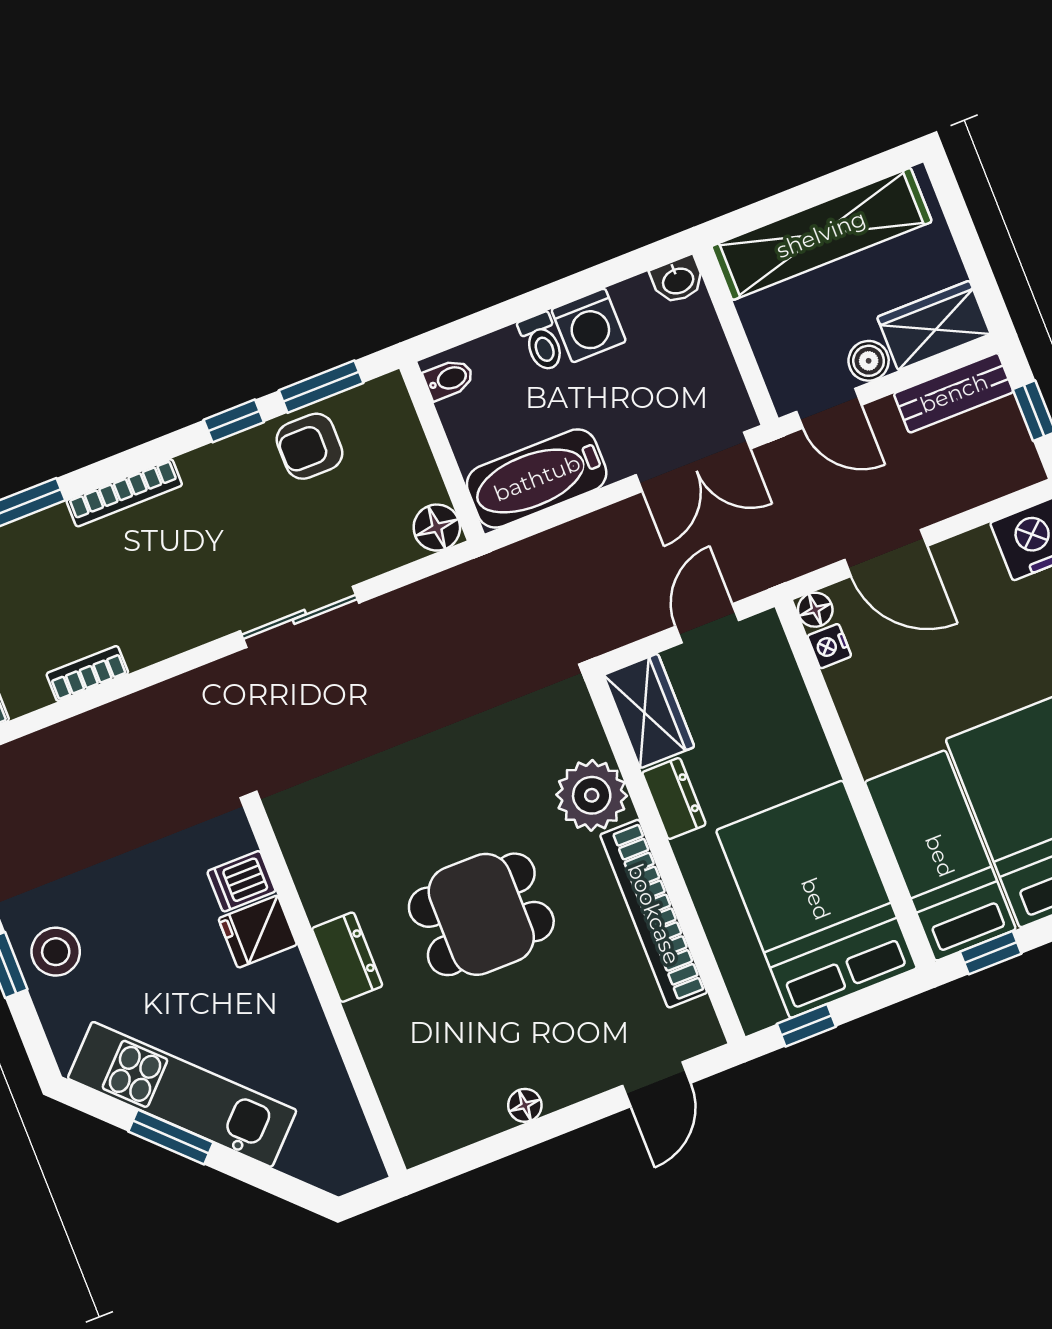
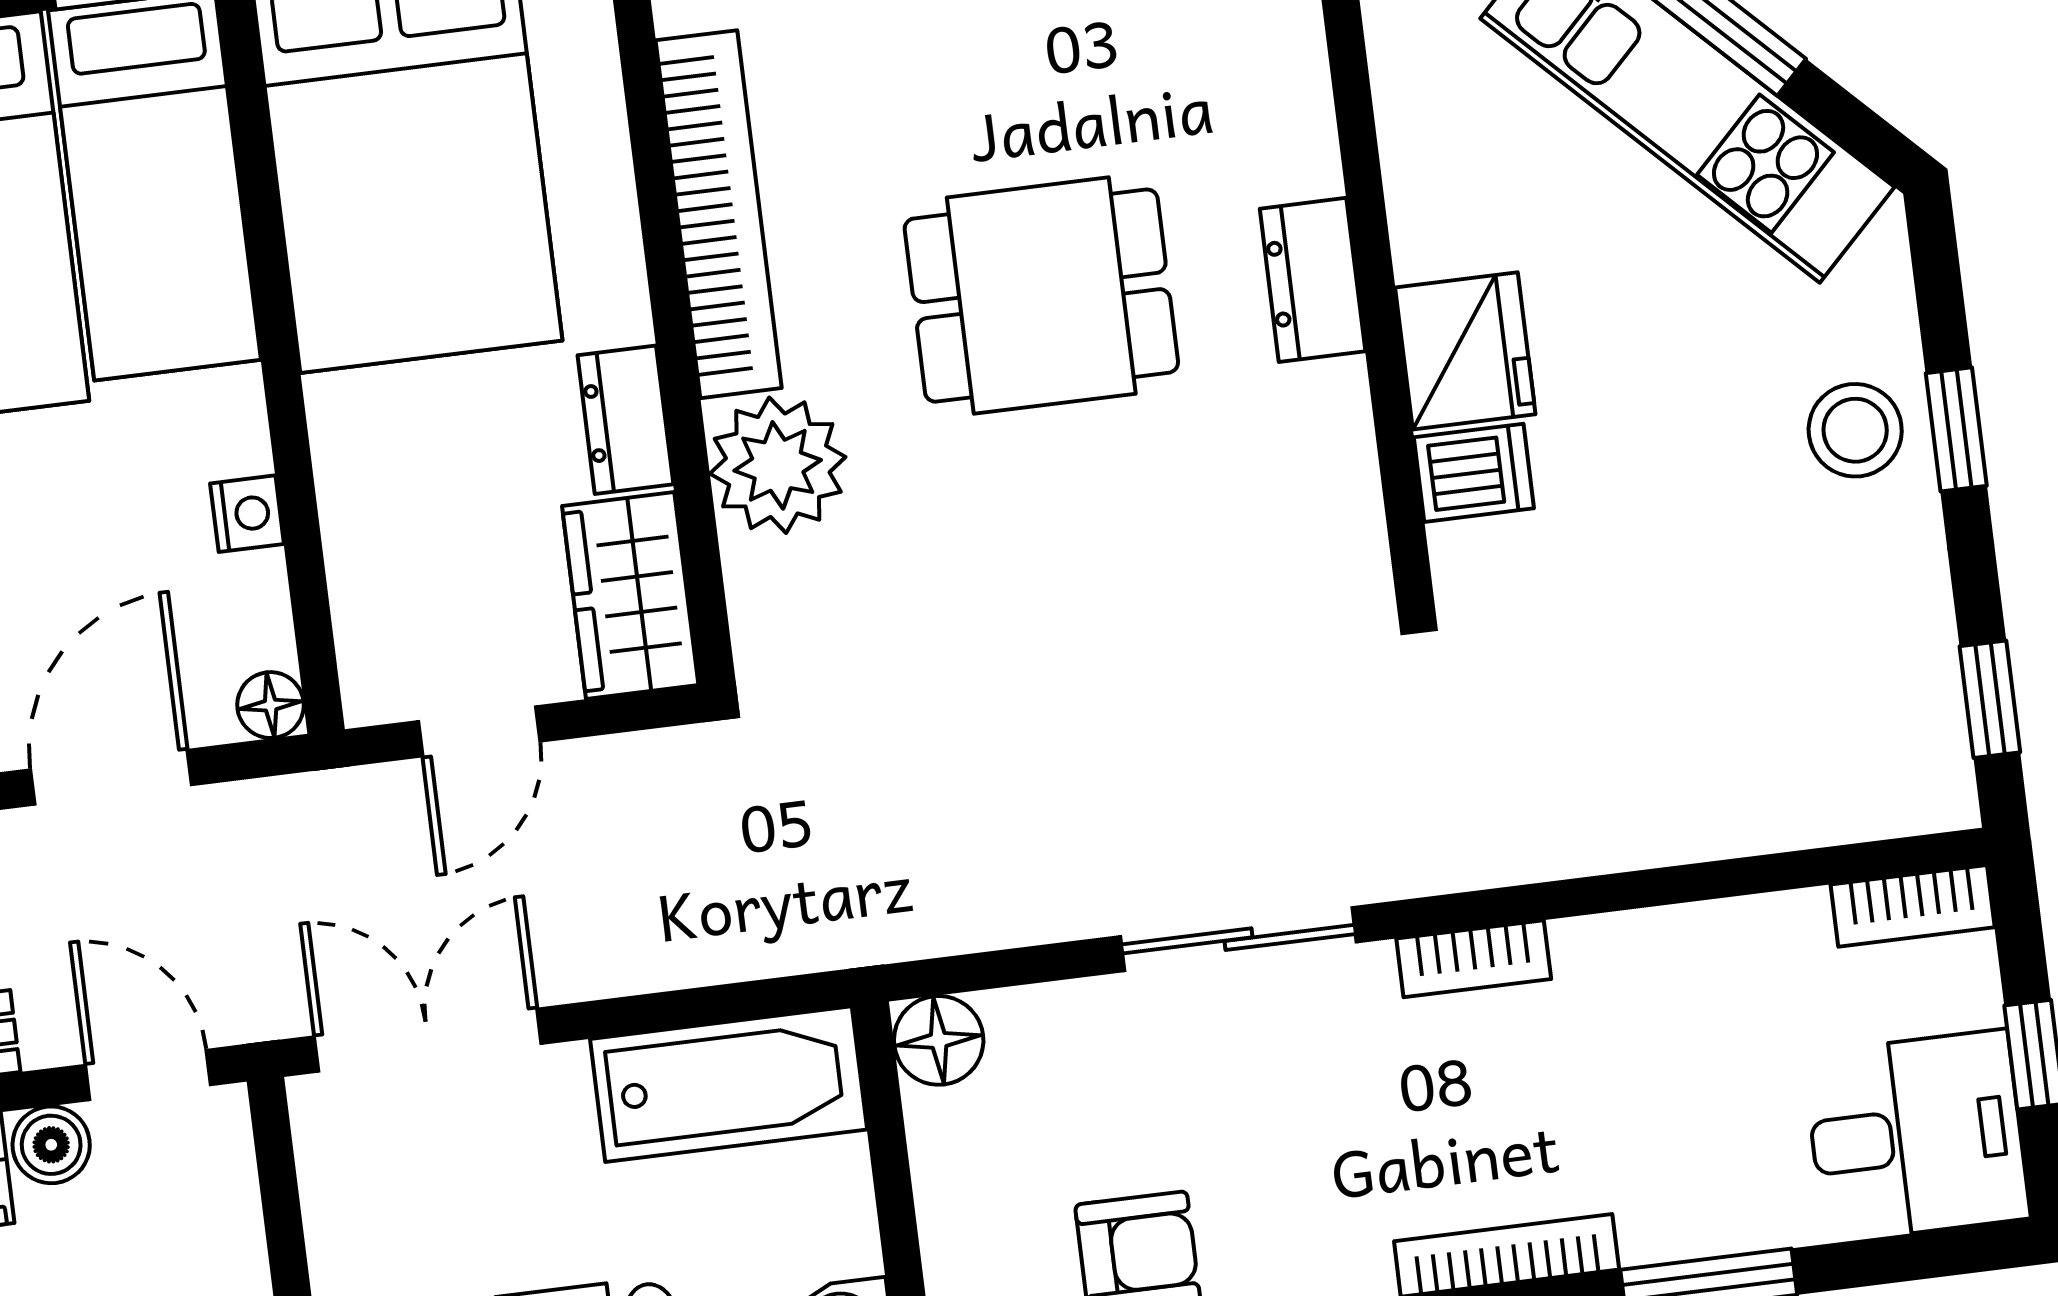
door: (886, 553) -> (111, 777), hinge flipped
nightstand: (829, 646) -> (247, 514), moved
bookcase: (87, 673) -> (1474, 959), moved
fridge: (258, 932) -> (1465, 351), width x1.38

